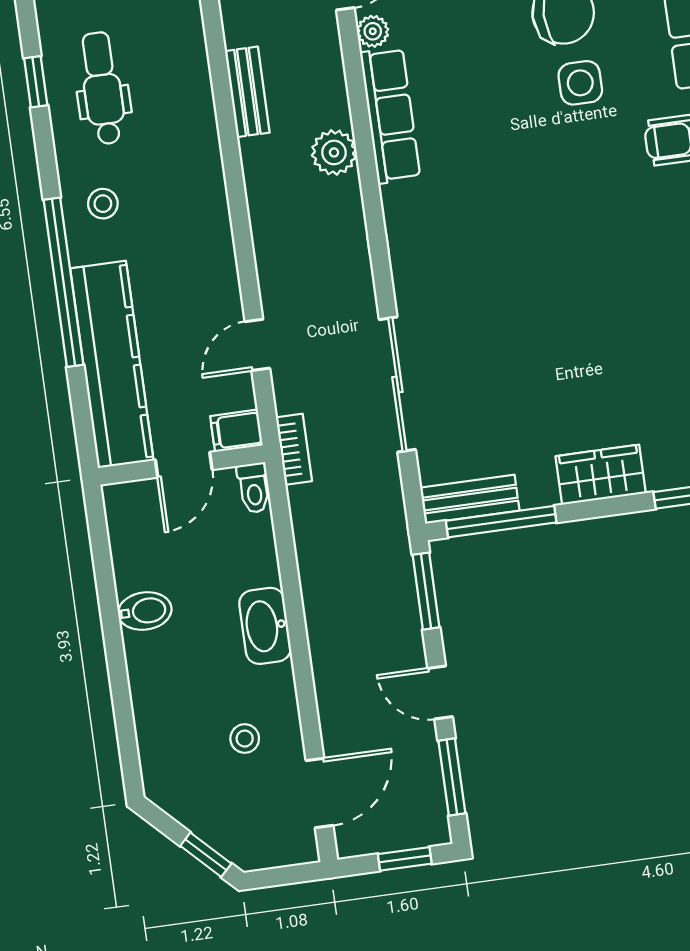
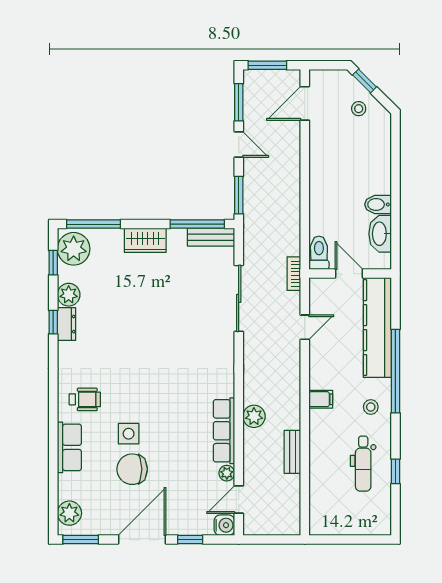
filing cabinet: (236, 431) -> (321, 399), moved
door: (184, 465) -> (349, 274), hinge flipped
toilet: (254, 488) -> (319, 253), width x1.37, depth x1.39
washbasin: (265, 626) -> (380, 234), moved, turned 180
stool: (245, 739) -> (359, 109), moved
window: (405, 859) -> (267, 65), width x1.50

